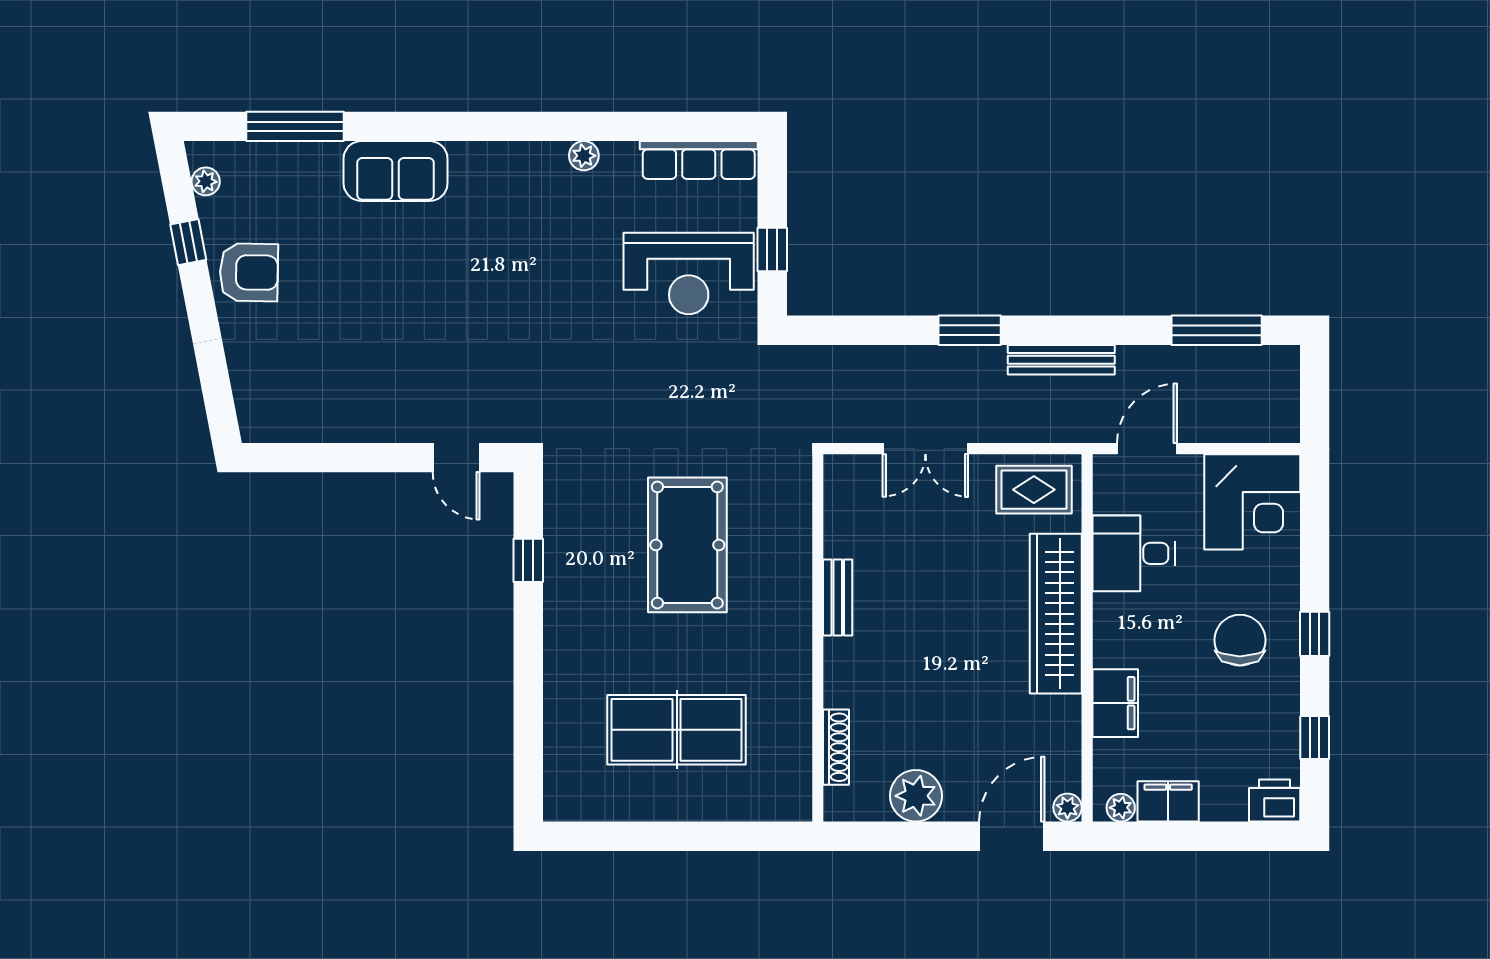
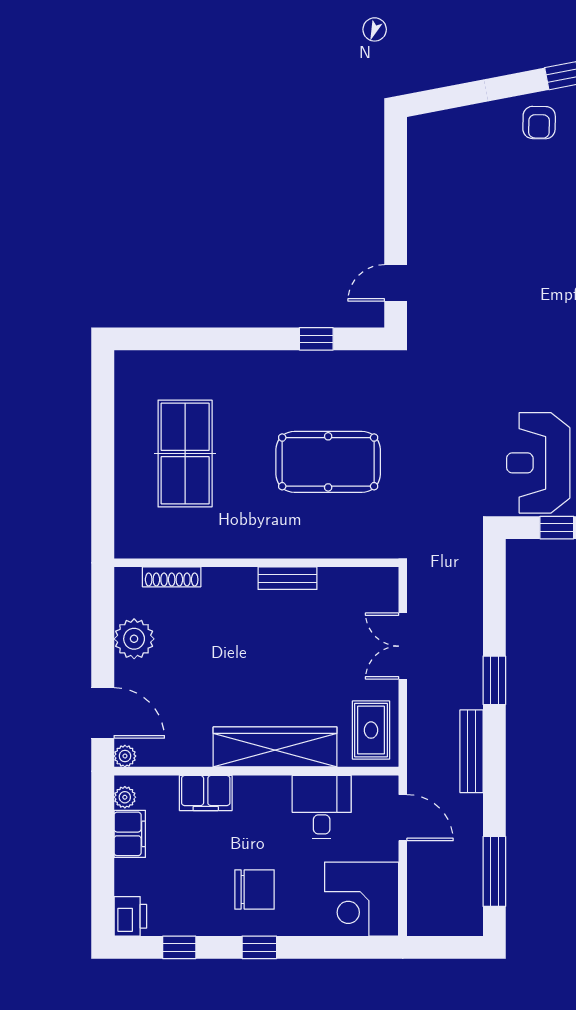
armchair: (249, 272) -> (539, 123), width x0.72, depth x0.72

